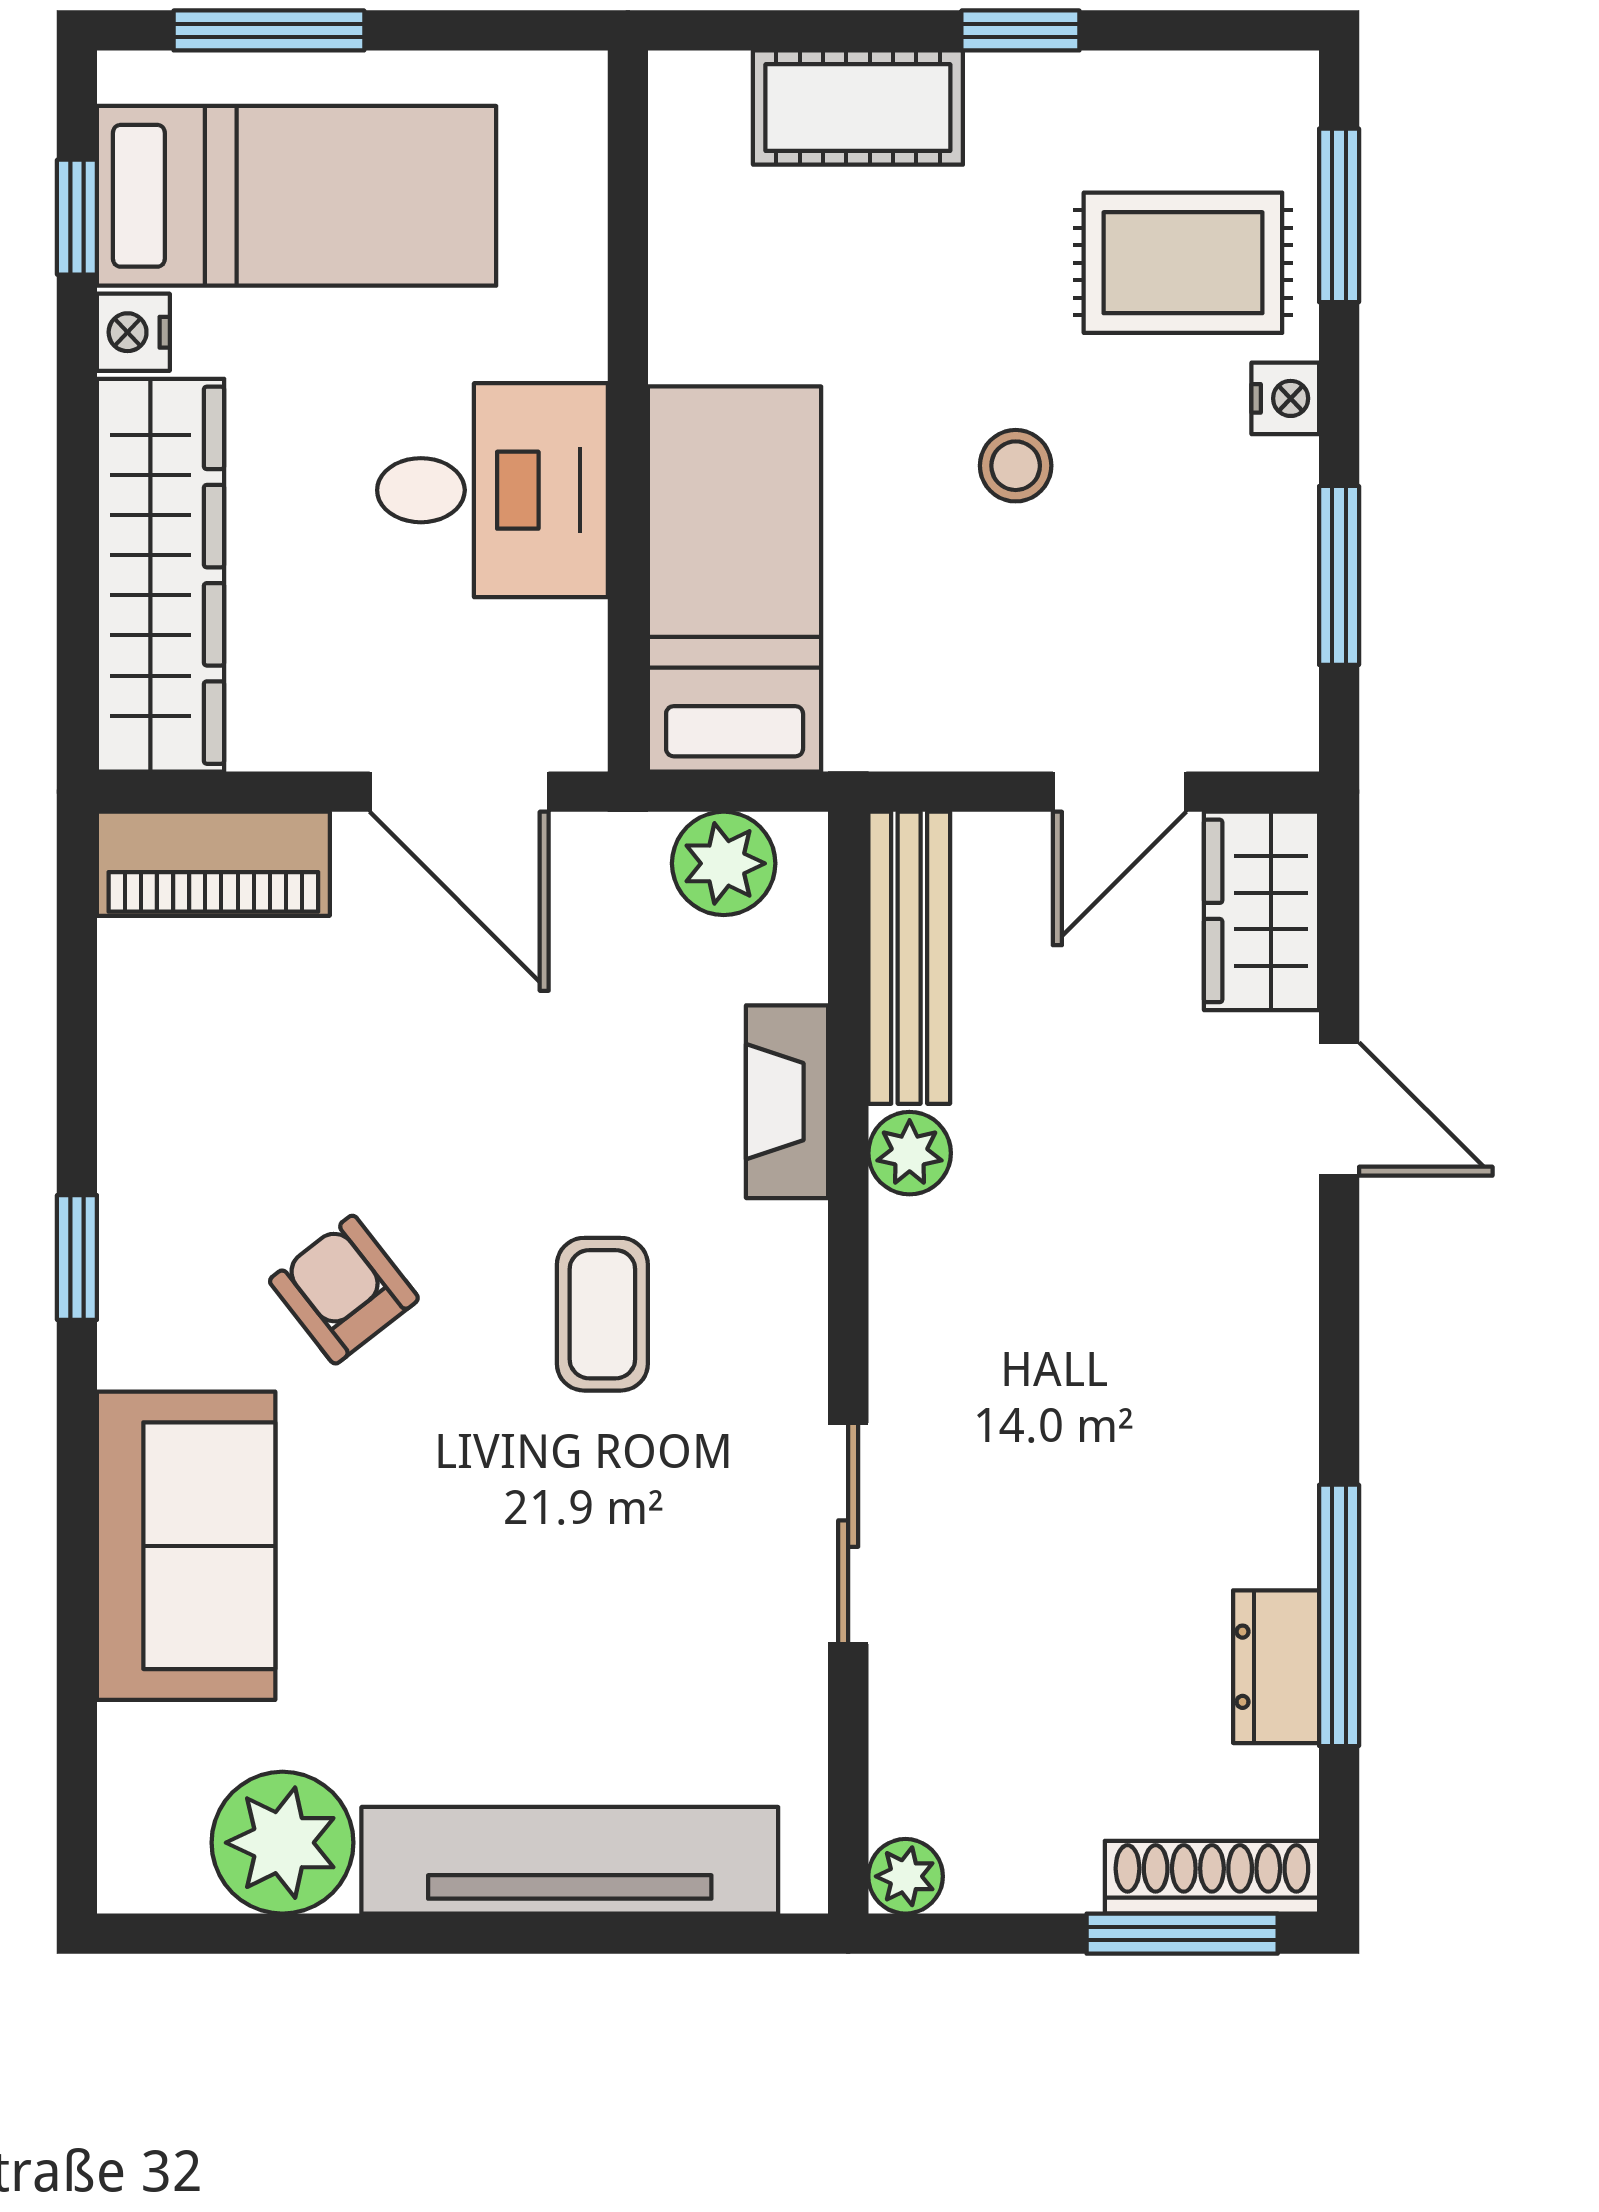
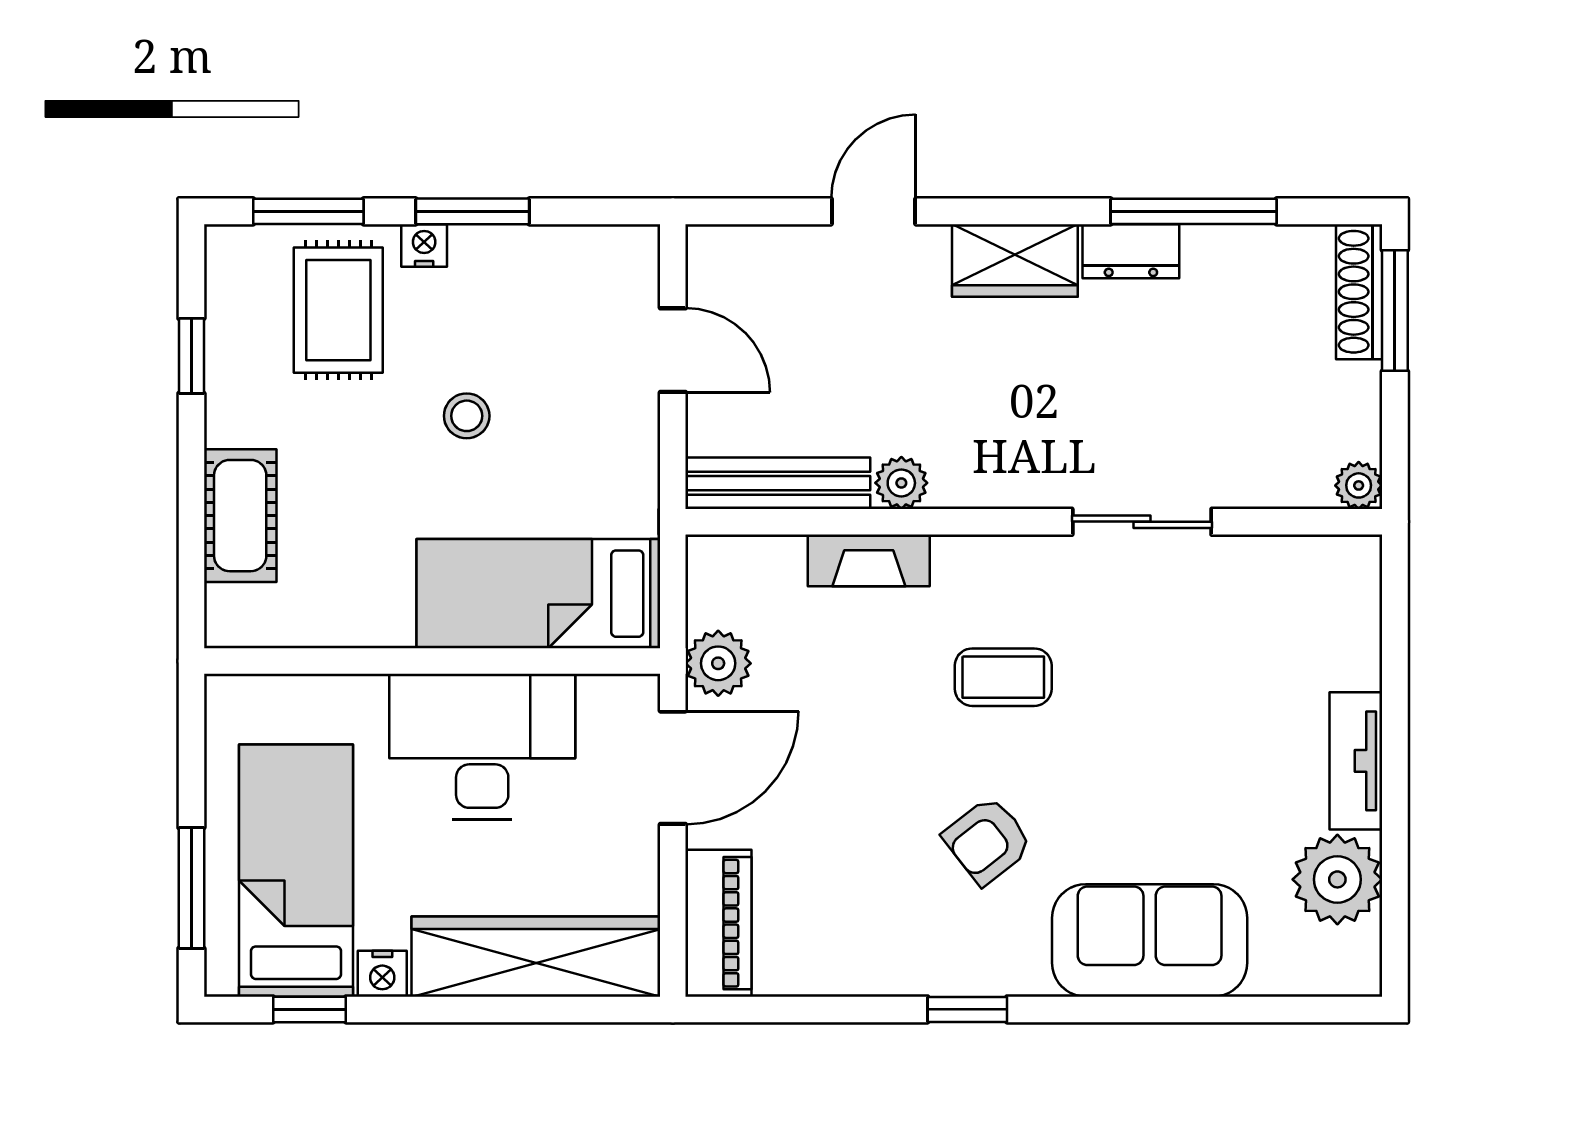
window: (1020, 30) -> (191, 356), moved
desk: (492, 490) -> (482, 747), width x1.37
window: (1339, 575) -> (473, 211), moved
plant: (724, 863) -> (718, 663), moved
wardrobe: (1261, 911) -> (1015, 260), moved
dresser: (1276, 1667) -> (1131, 251), moved
tv unit: (570, 1860) -> (1356, 761), width x0.52, depth x0.78

